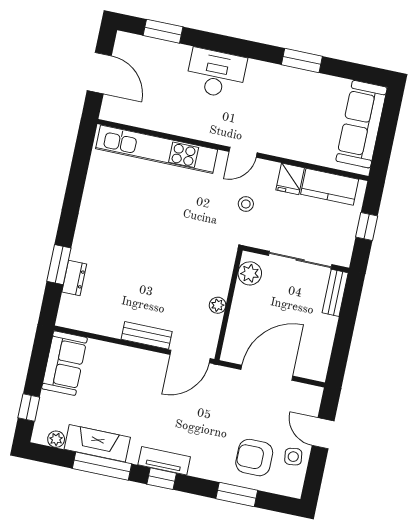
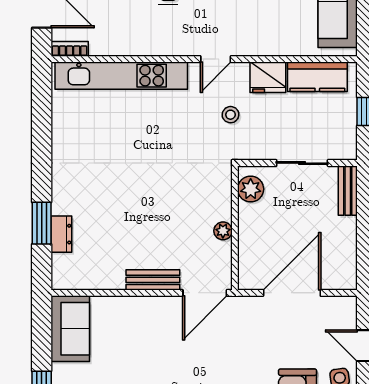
bookcase: (116, 116) -> (70, 49), added
fridge: (290, 179) -> (268, 77), width x1.38
sliding door: (300, 260) -> (302, 163), width x0.73

